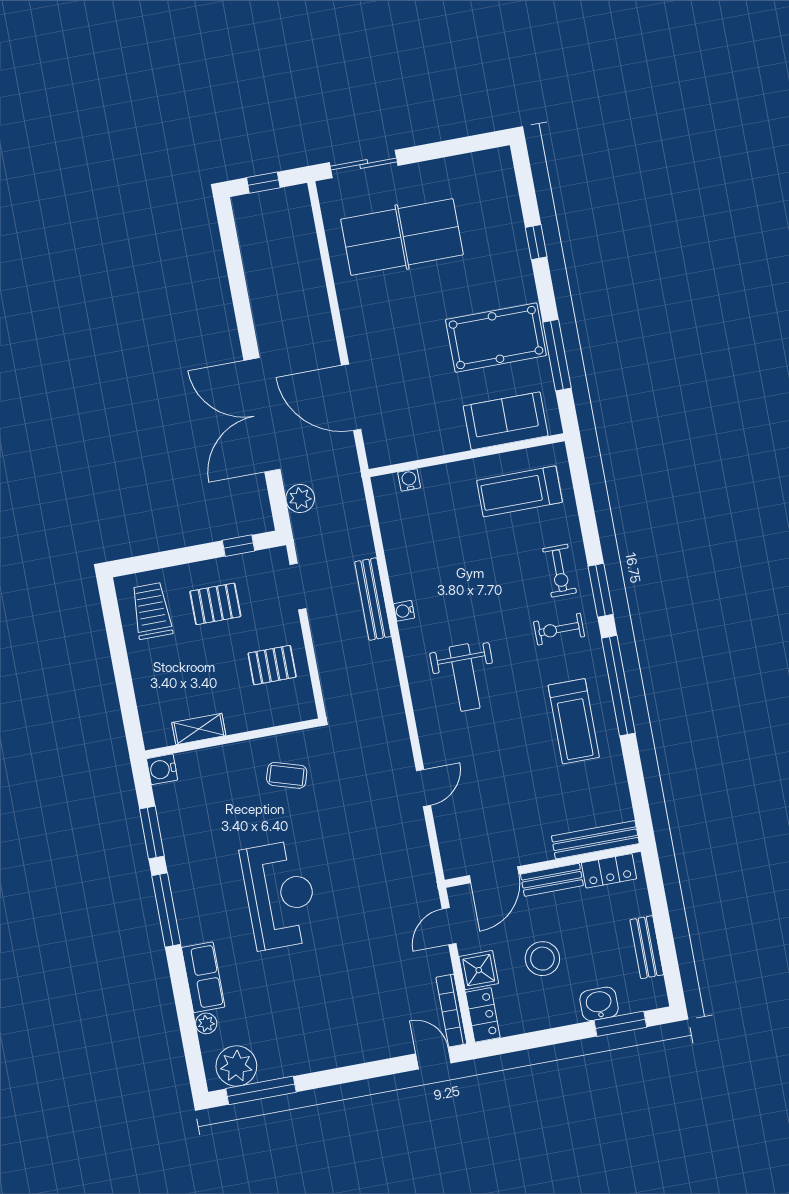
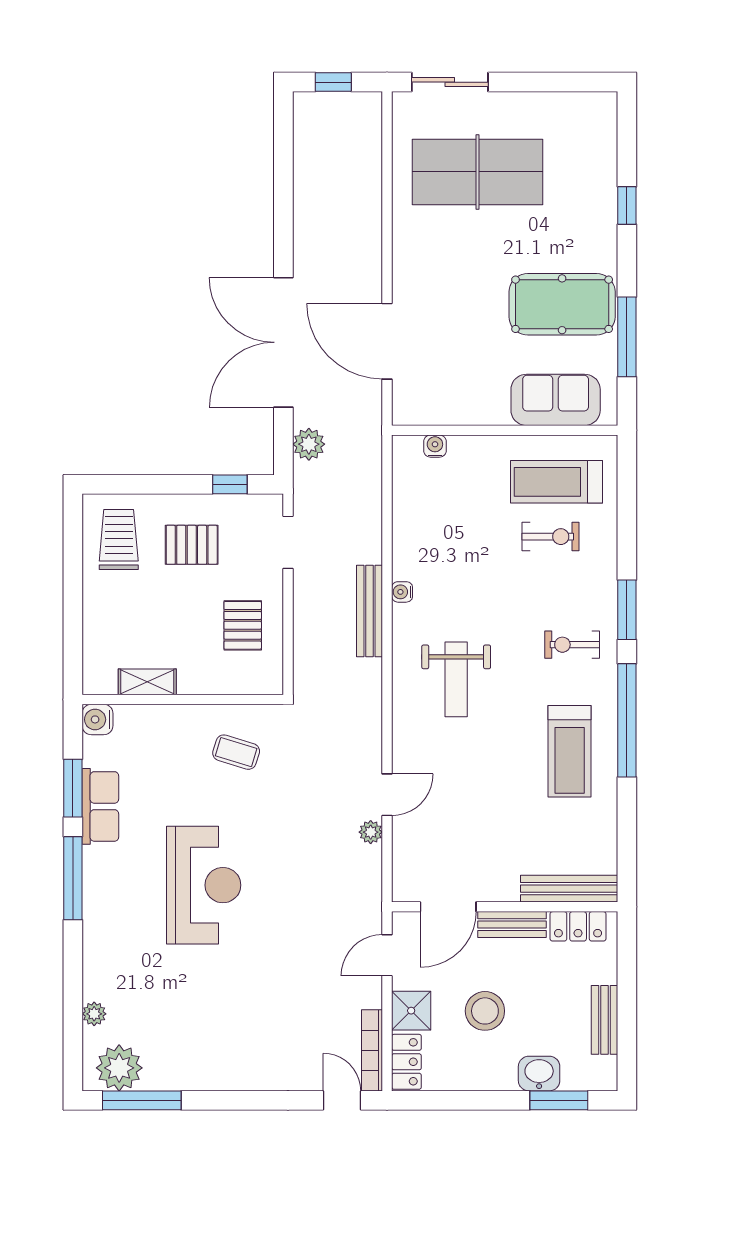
exercise bike: (559, 571) -> (551, 537), moved, turned -90
bench: (373, 599) -> (370, 611), moved
pallet: (272, 665) -> (243, 625), turned 90
plant: (415, 823) -> (371, 832), added
row of seats: (203, 977) -> (100, 806), moved

